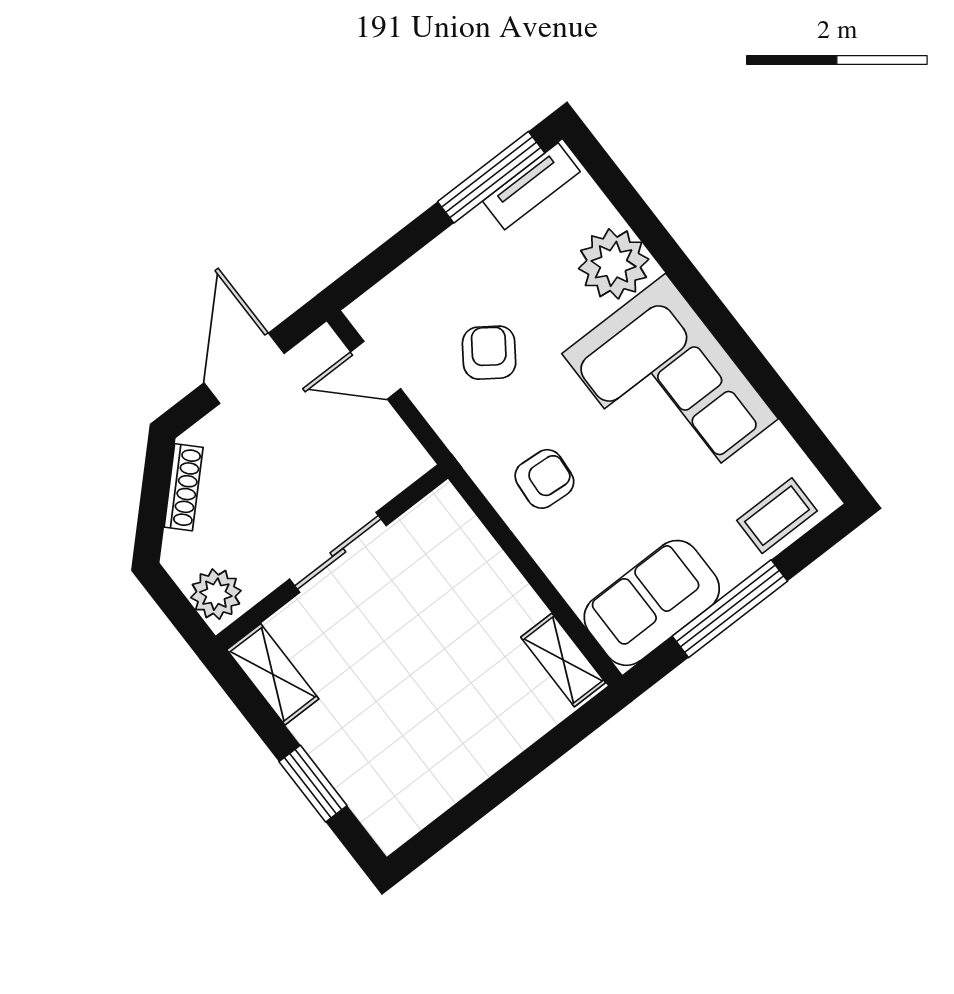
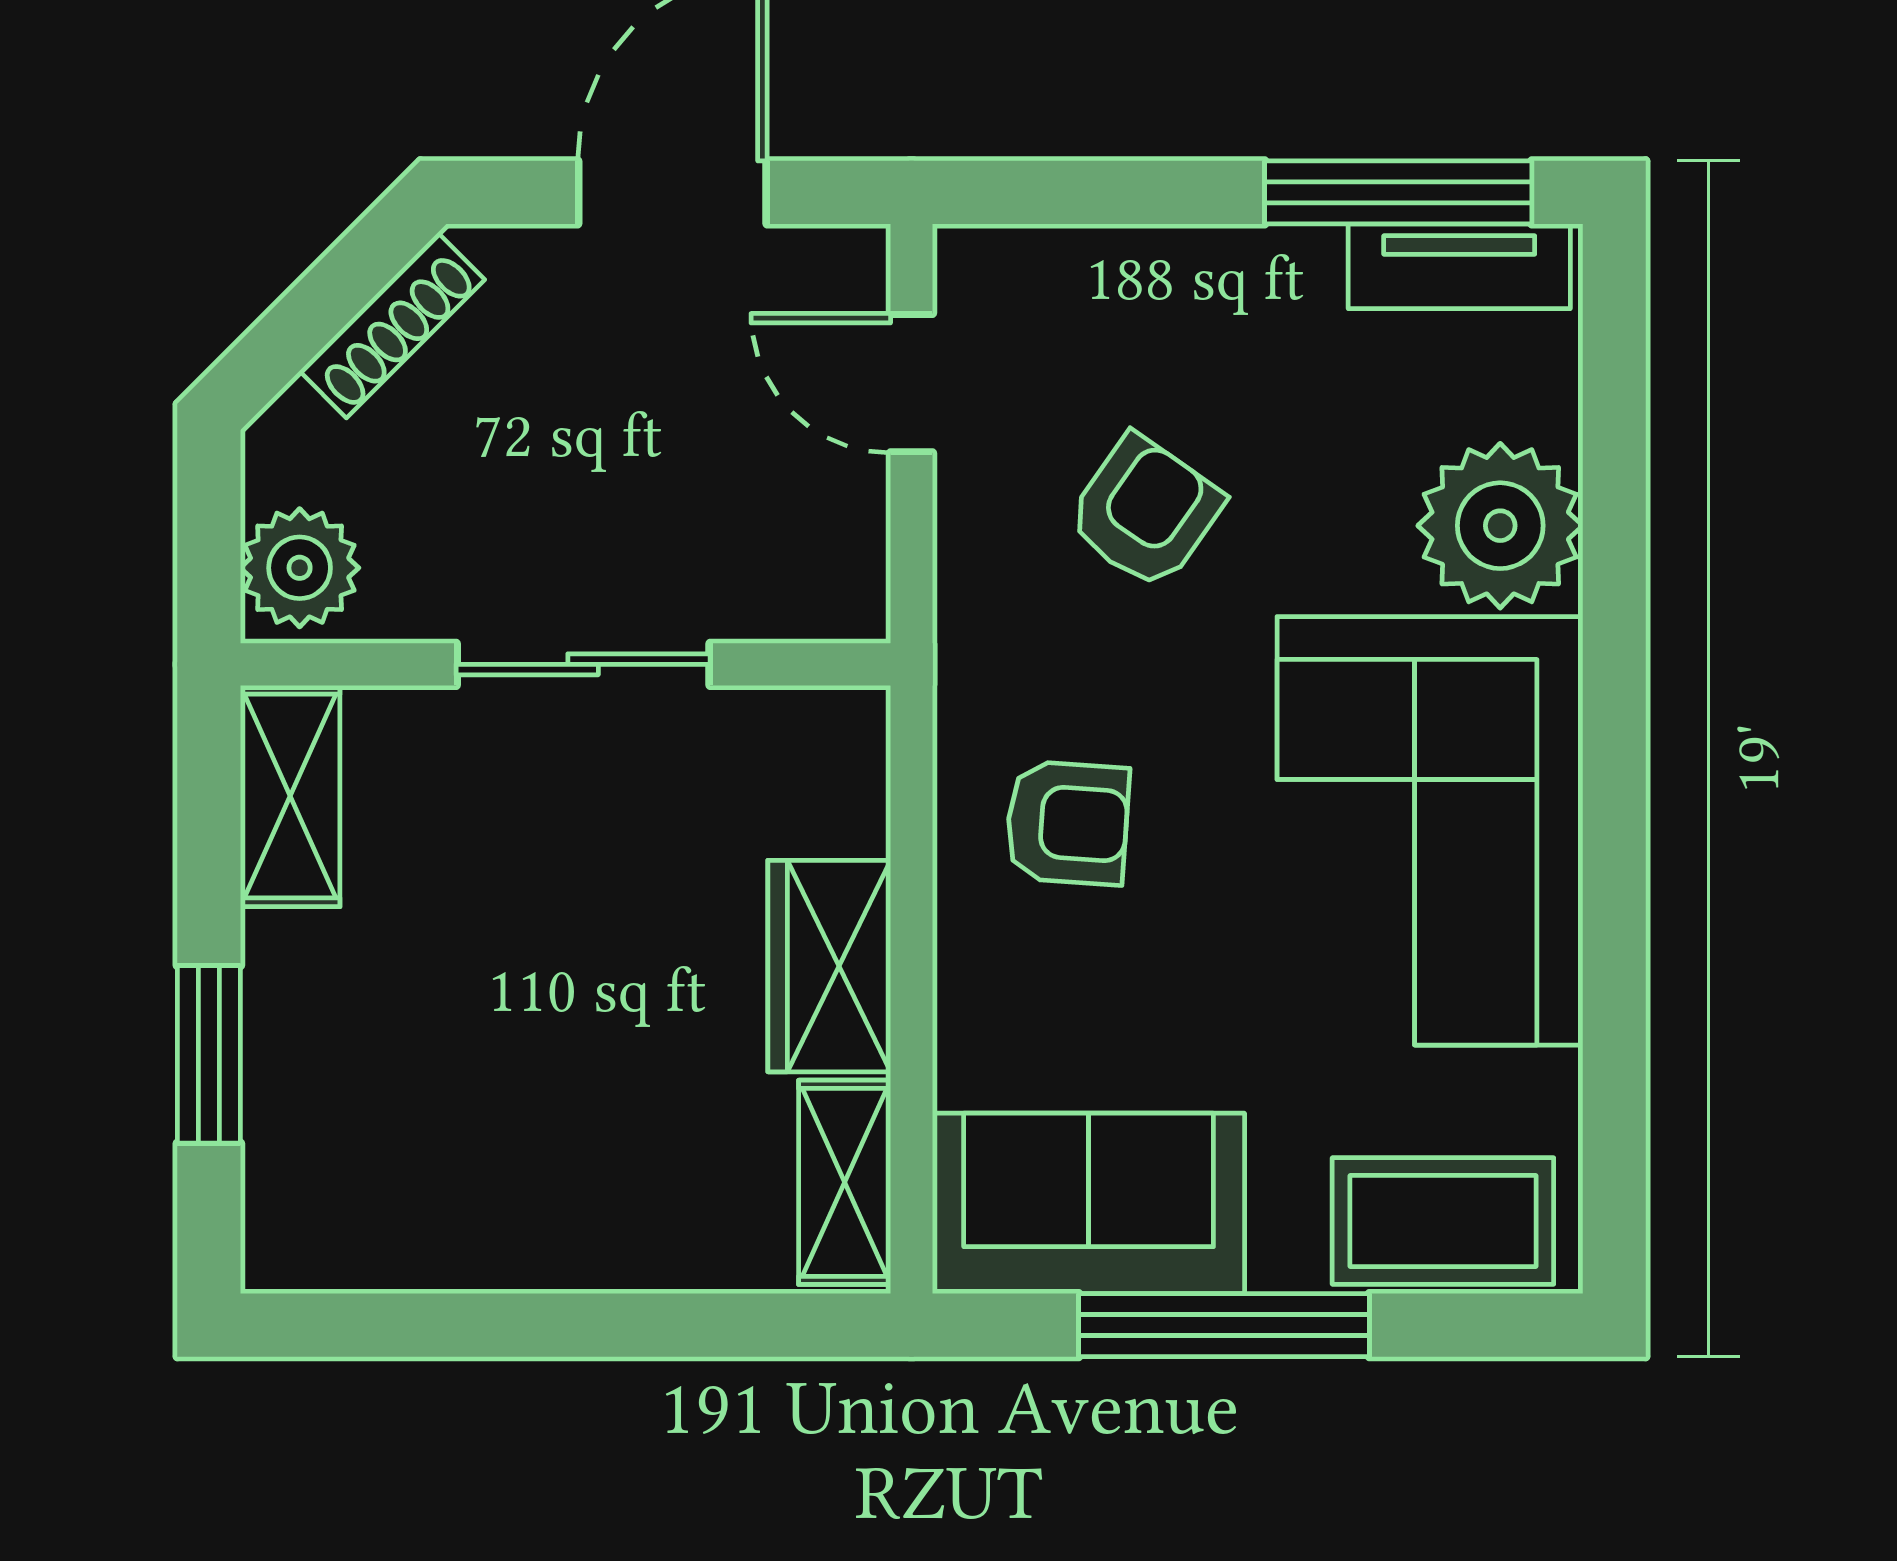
coffee table: (777, 516) -> (1443, 1221), width x1.36, depth x1.30
wardrobe: (501, 590) -> (829, 966), added

